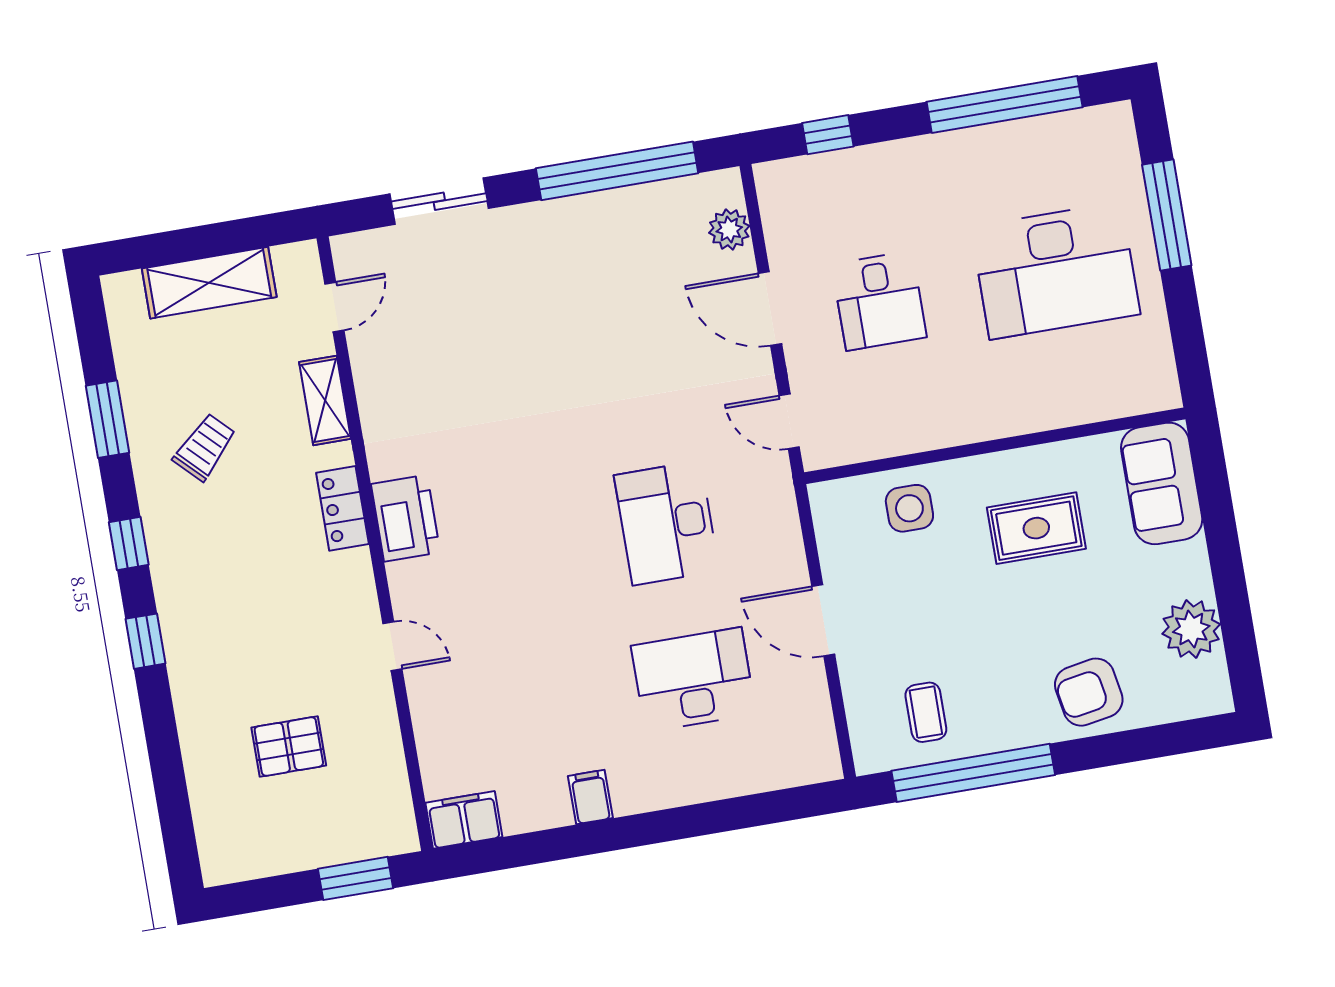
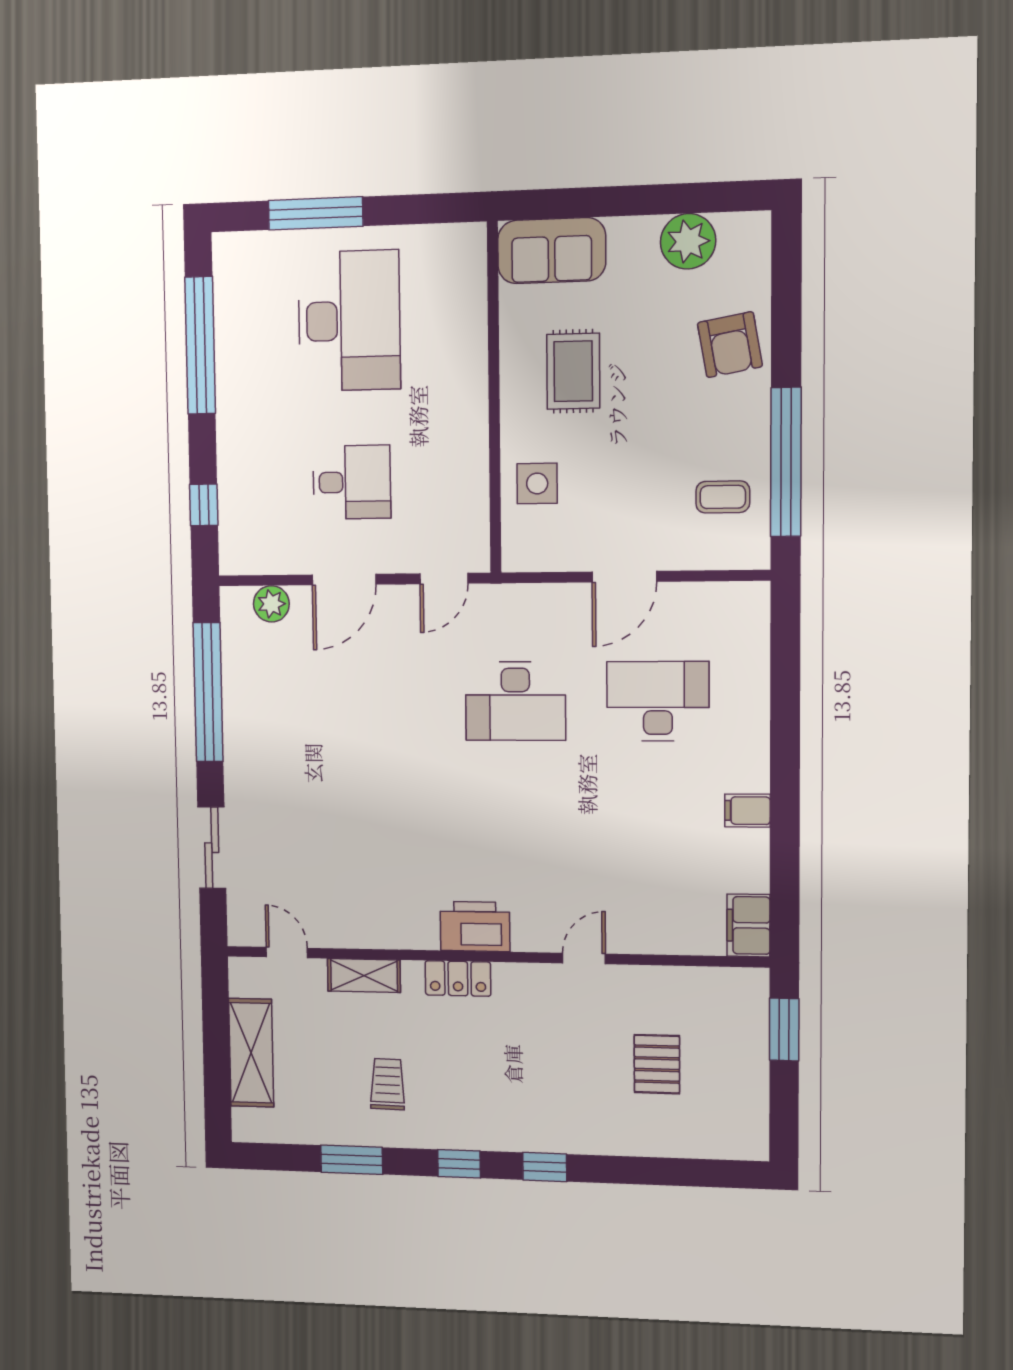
trolley: (205, 447) -> (388, 1084), turned 46
desk: (693, 680) -> (658, 701), turned 90

